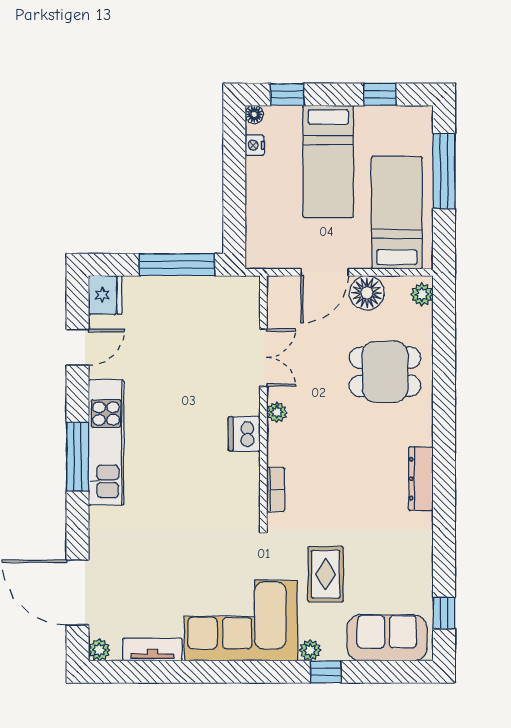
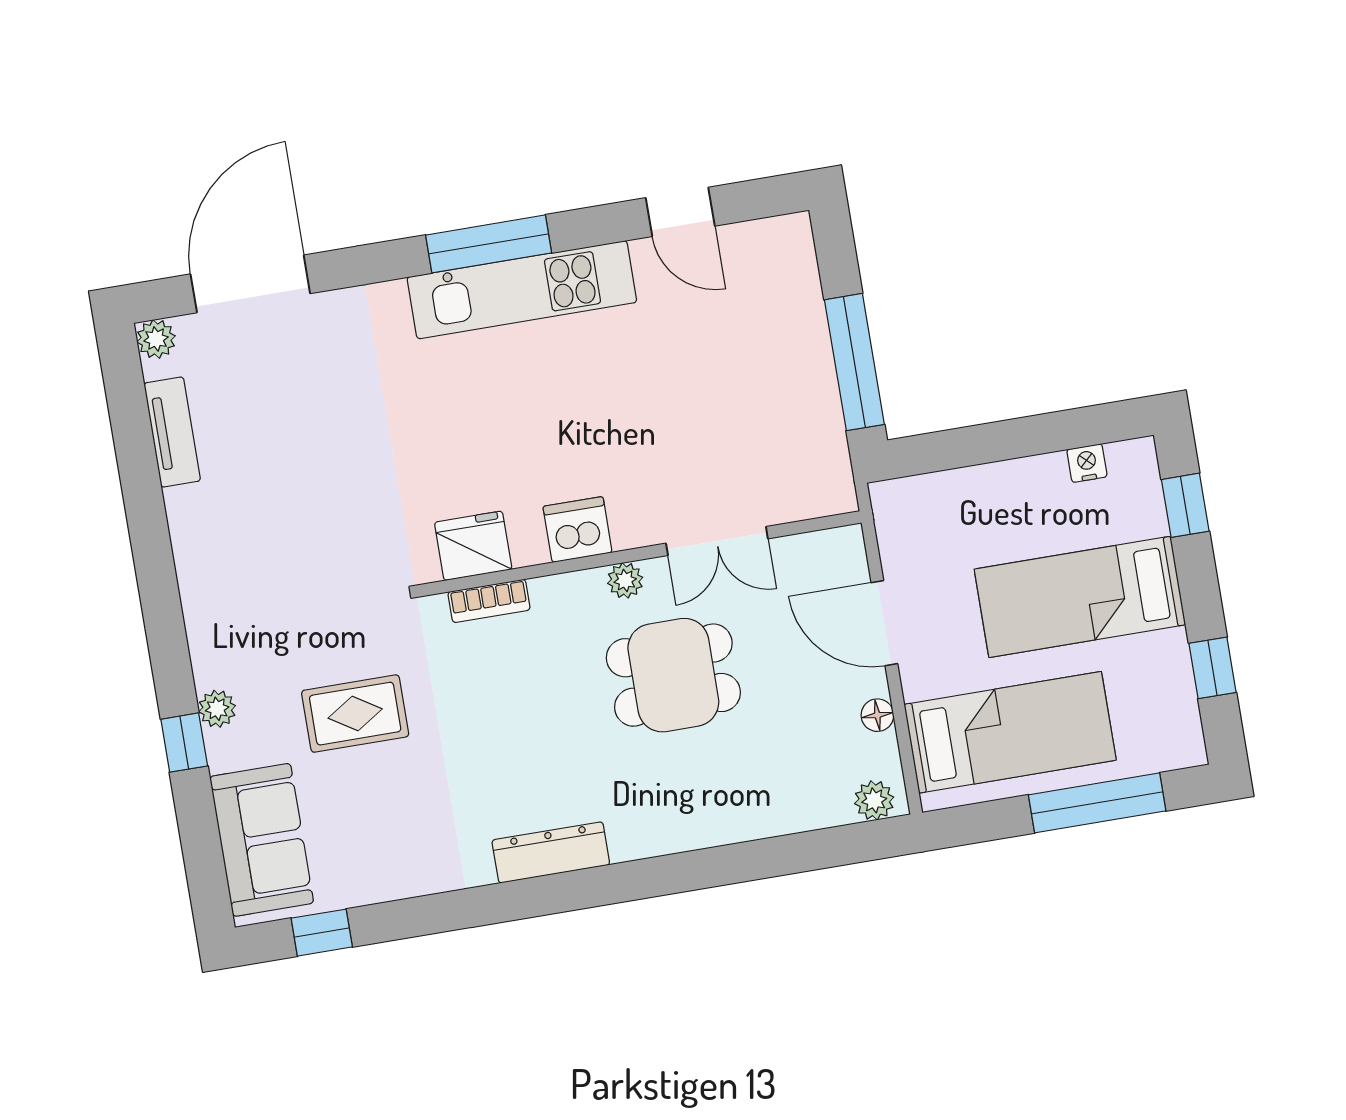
floor lamp: (254, 114) -> (1141, 453), removed
floor lamp: (367, 293) -> (877, 715), width x0.53, depth x0.53
fridge: (105, 295) -> (473, 546), moved, turned 180
dining table: (385, 372) -> (673, 675), moved, turned 90
corner sofa: (241, 621) -> (249, 579), removed

